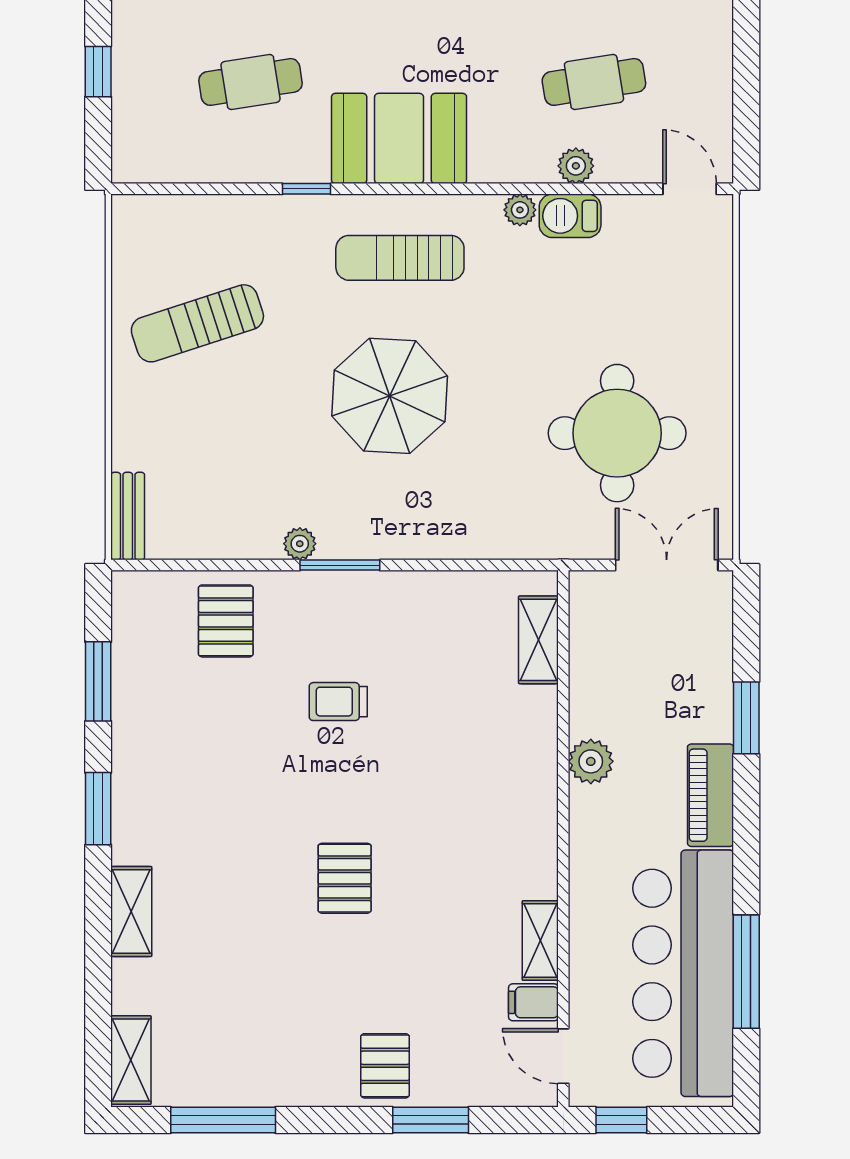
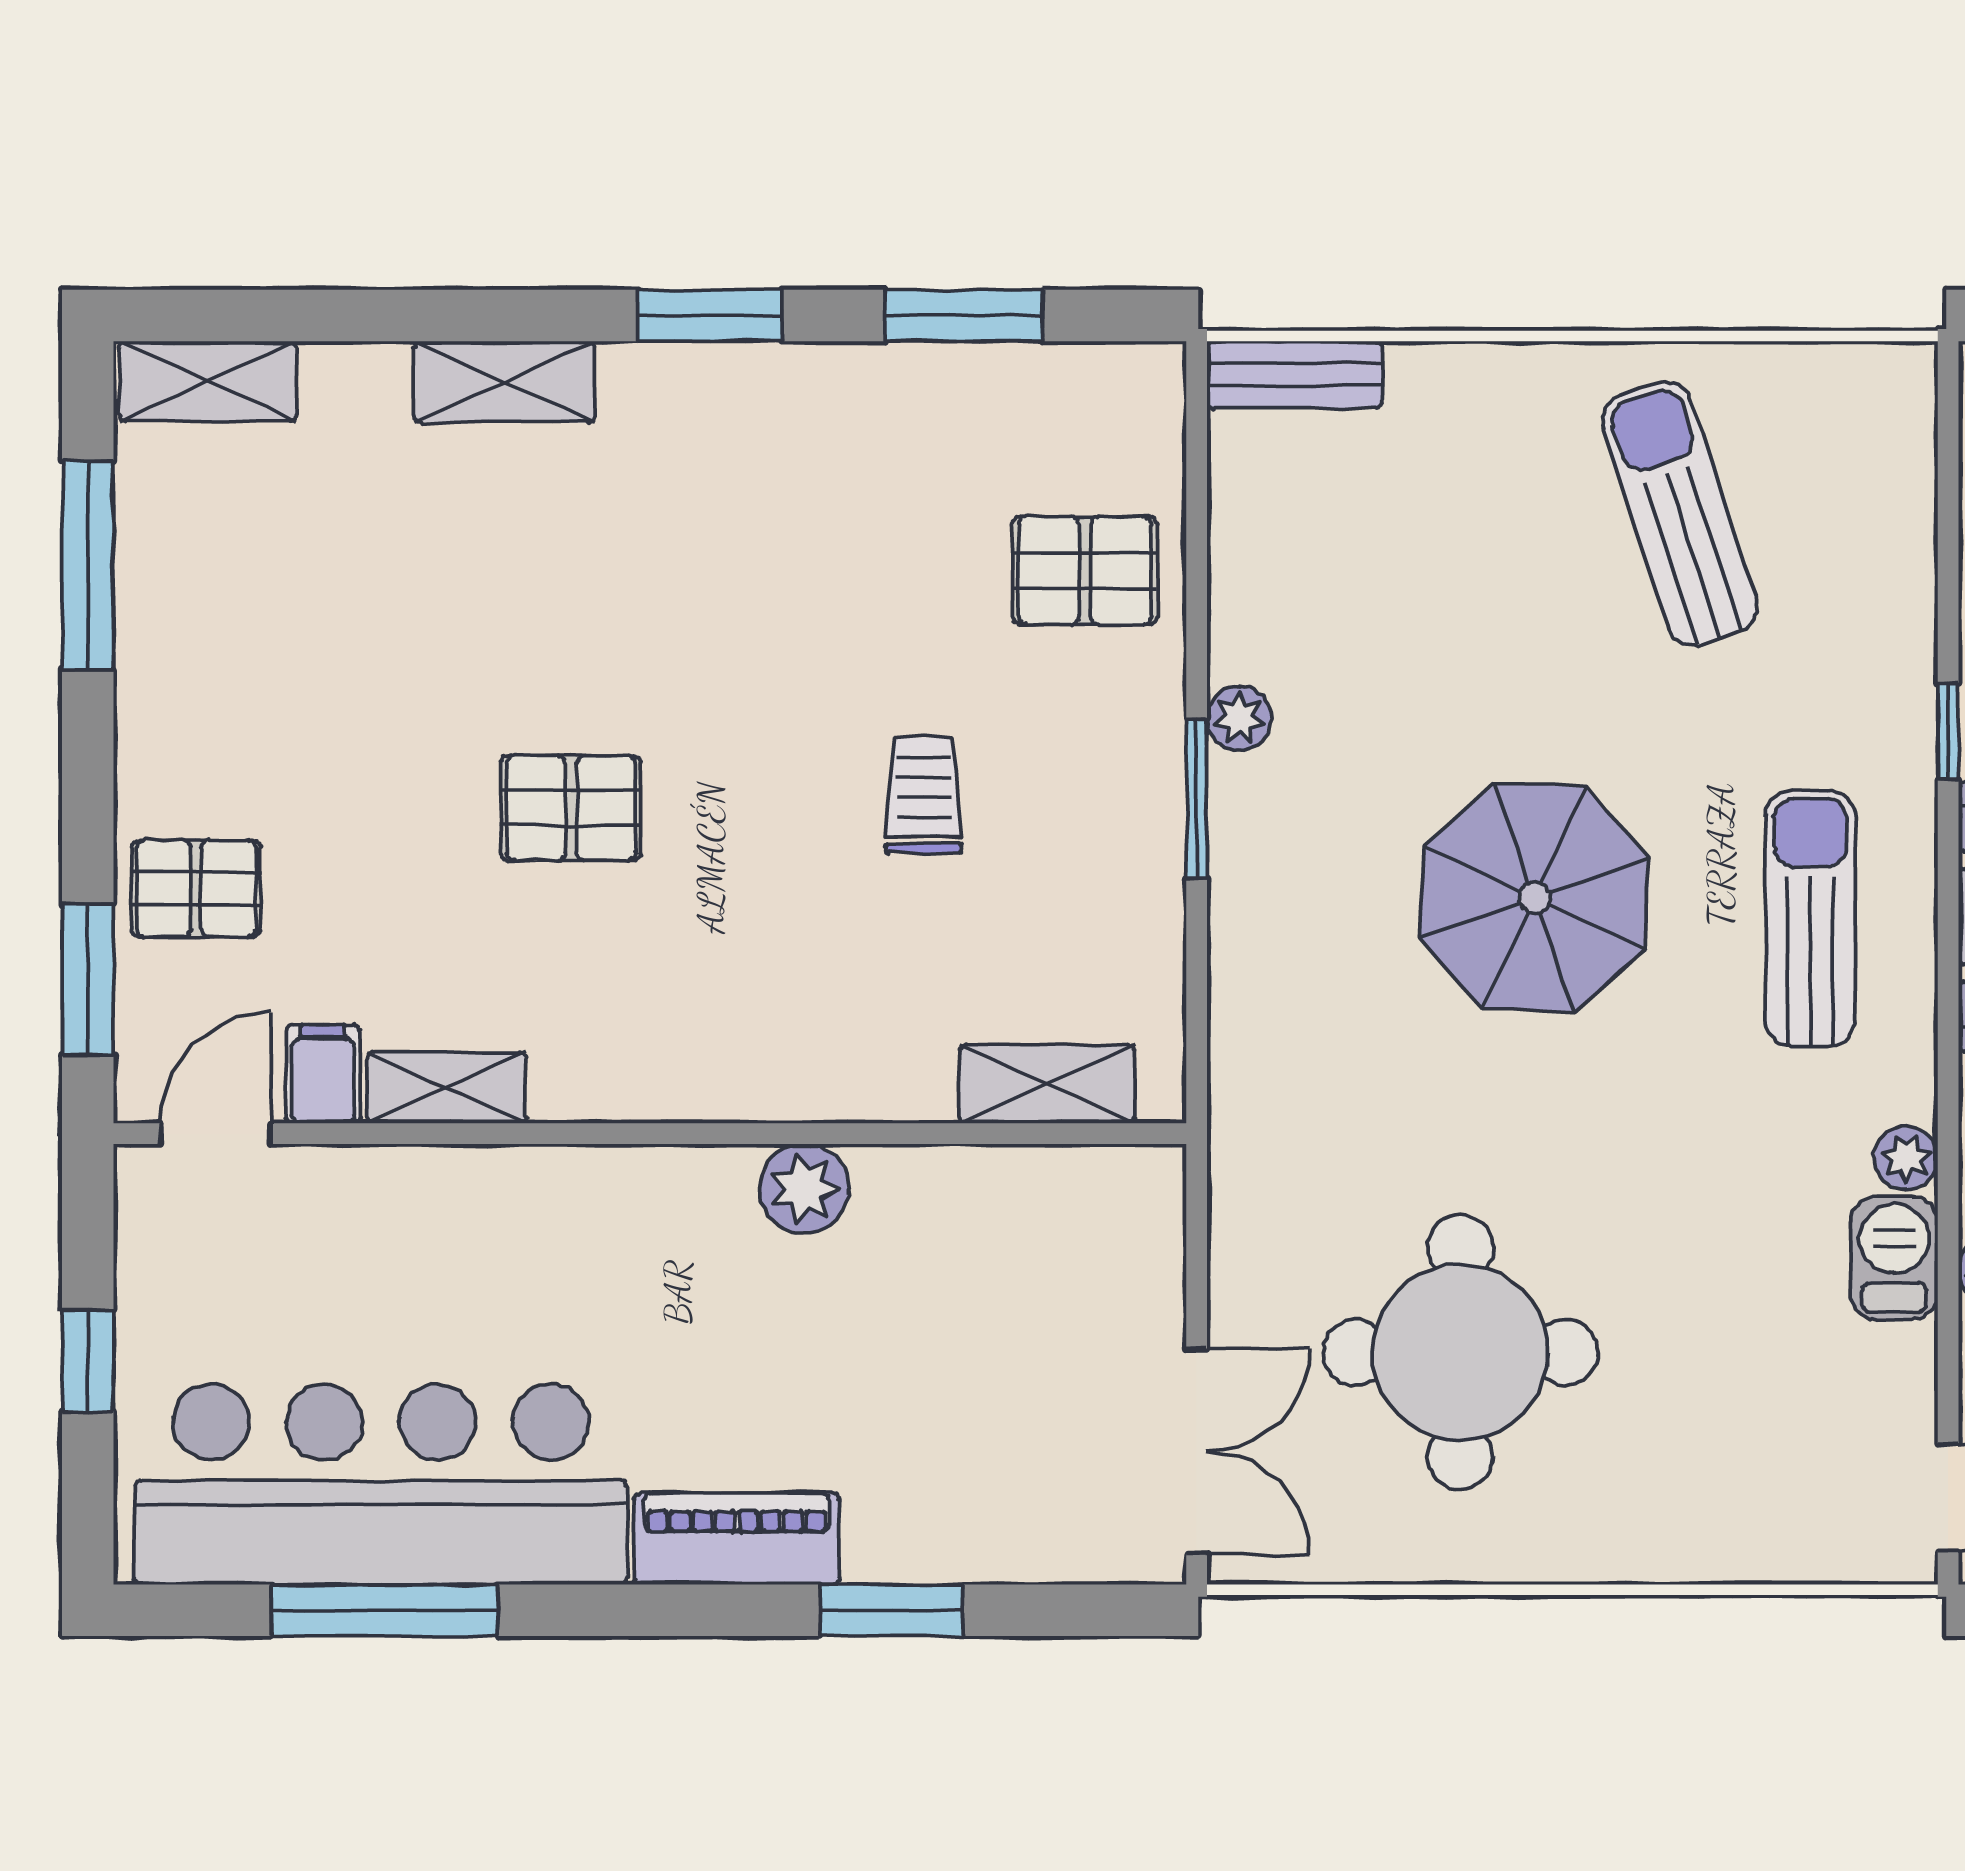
shelving: (538, 640) -> (1047, 1084), moved
plant: (591, 761) -> (804, 1189), moved
wall: (563, 839) -> (650, 1134), moved
shelving: (540, 940) -> (446, 1088), moved
filing cabinet: (533, 1002) -> (323, 1074), moved
door: (563, 1056) -> (216, 1134), moved

